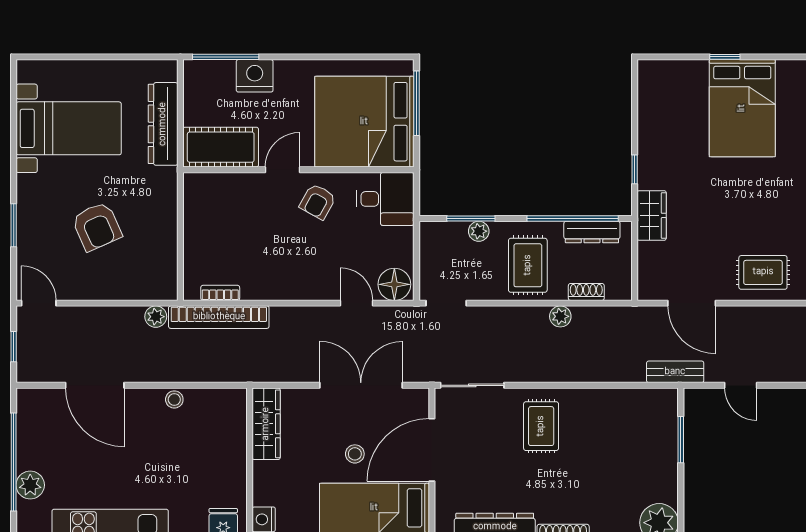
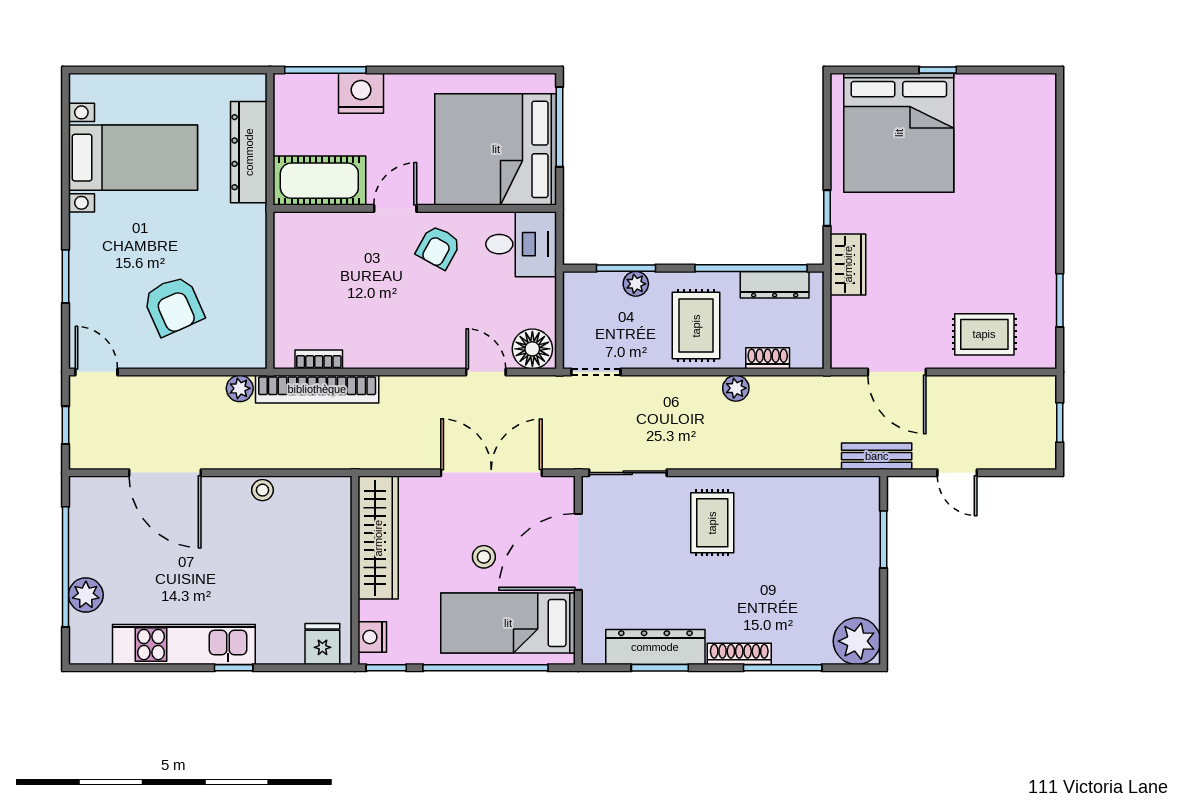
bed: (742, 108) -> (899, 133), moved, width x1.36
armchair: (97, 226) -> (173, 306), moved
wardrobe: (266, 424) -> (378, 538), width x1.40, depth x1.17

